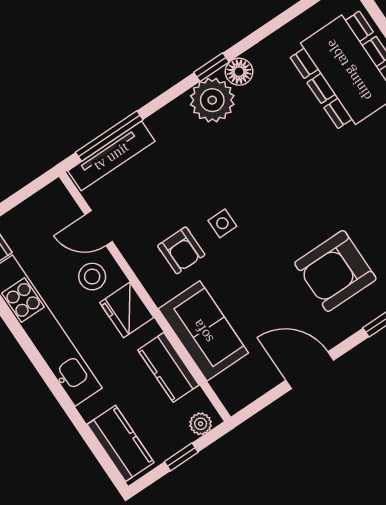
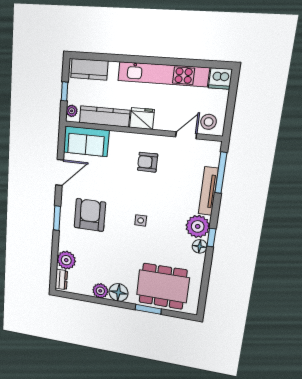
tv unit: (111, 156) -> (208, 191), moved
side table: (222, 223) -> (141, 220), moved
stool: (92, 277) -> (209, 122), moved
sofa: (203, 331) -> (86, 141), moved
kitchen counter: (168, 367) -> (104, 116), width x1.50

